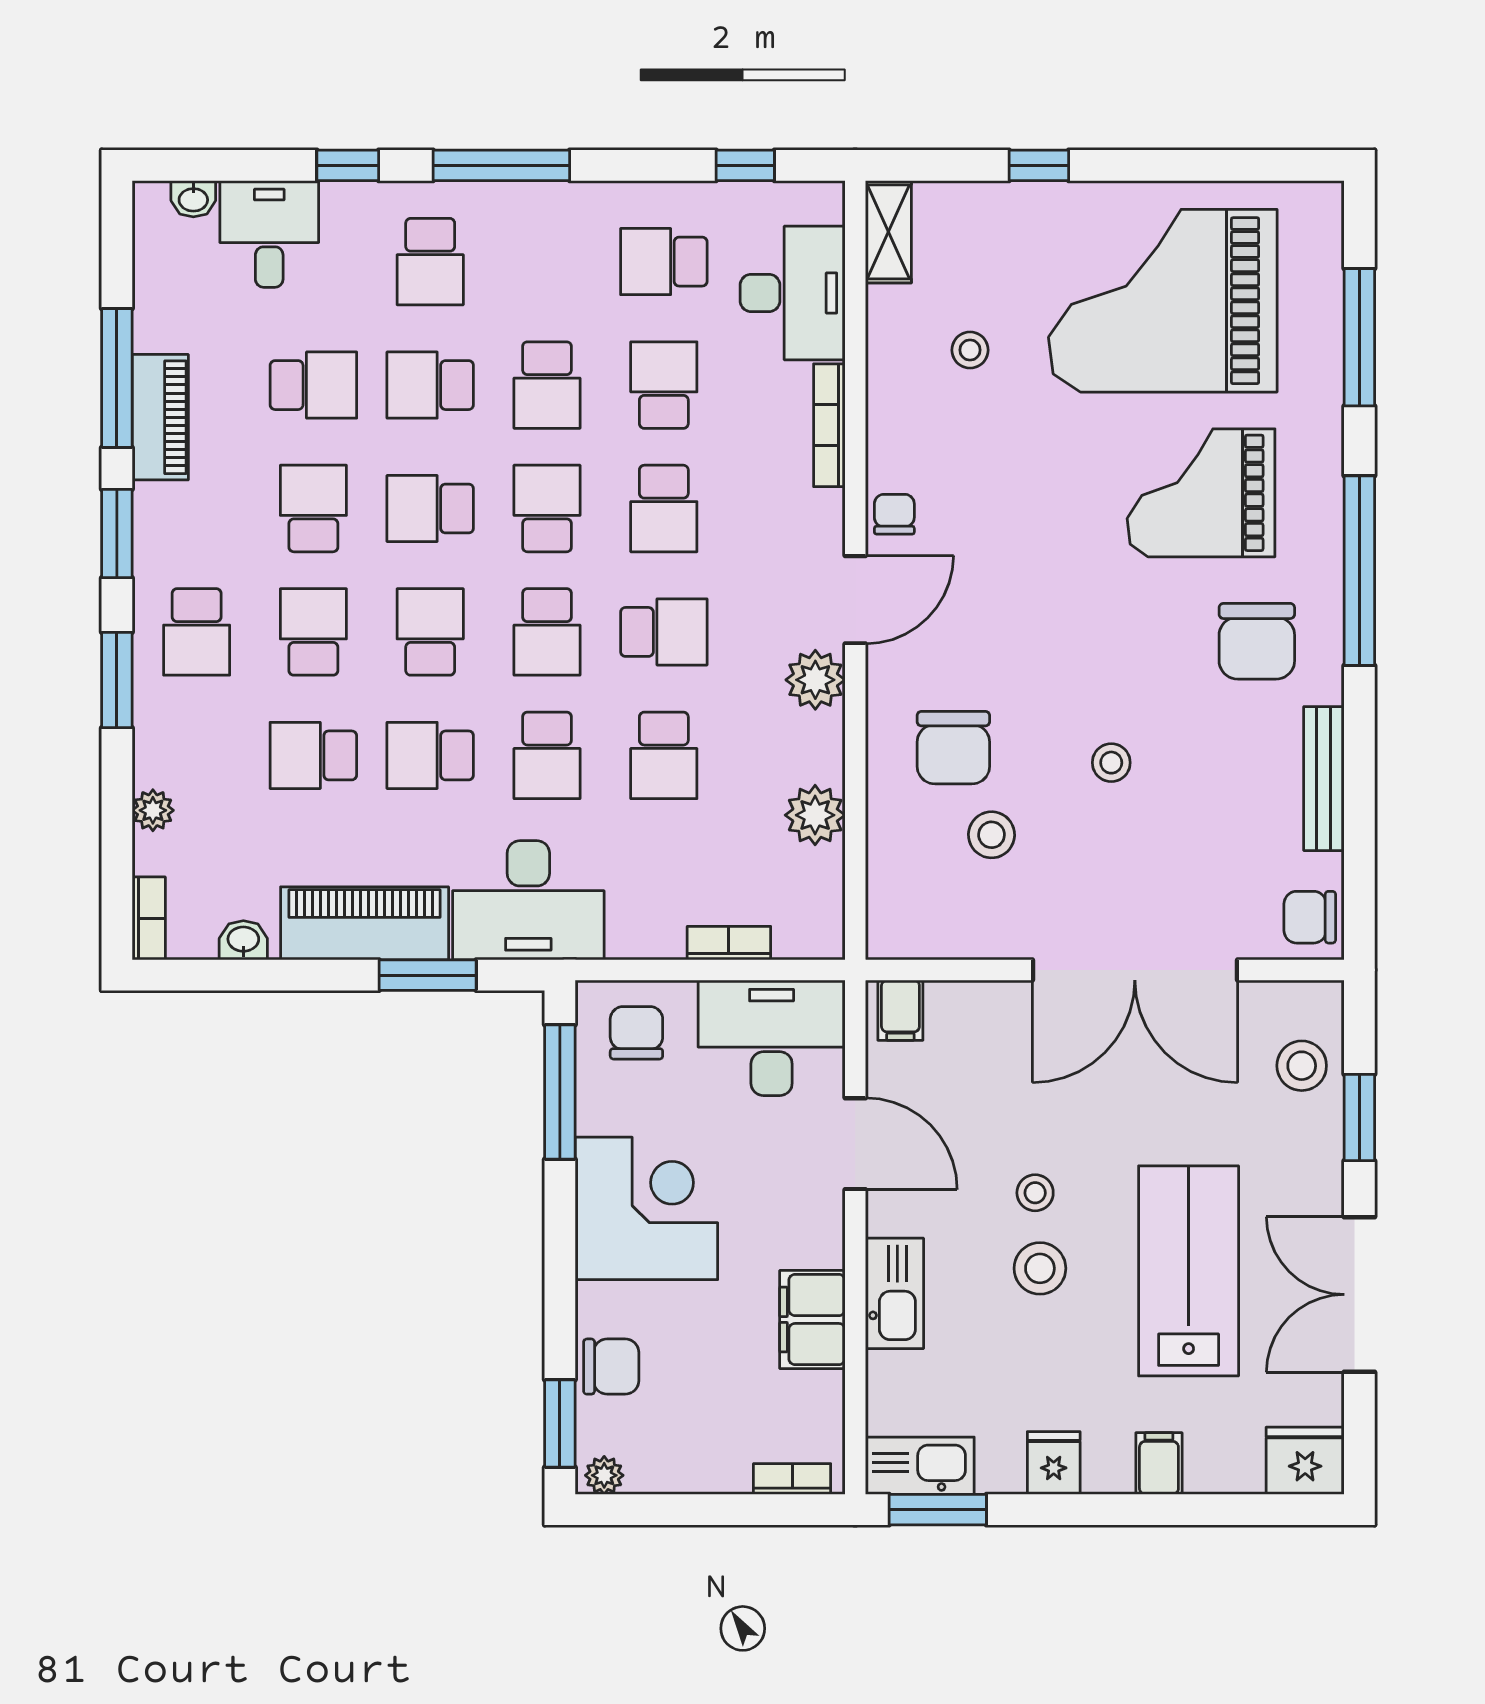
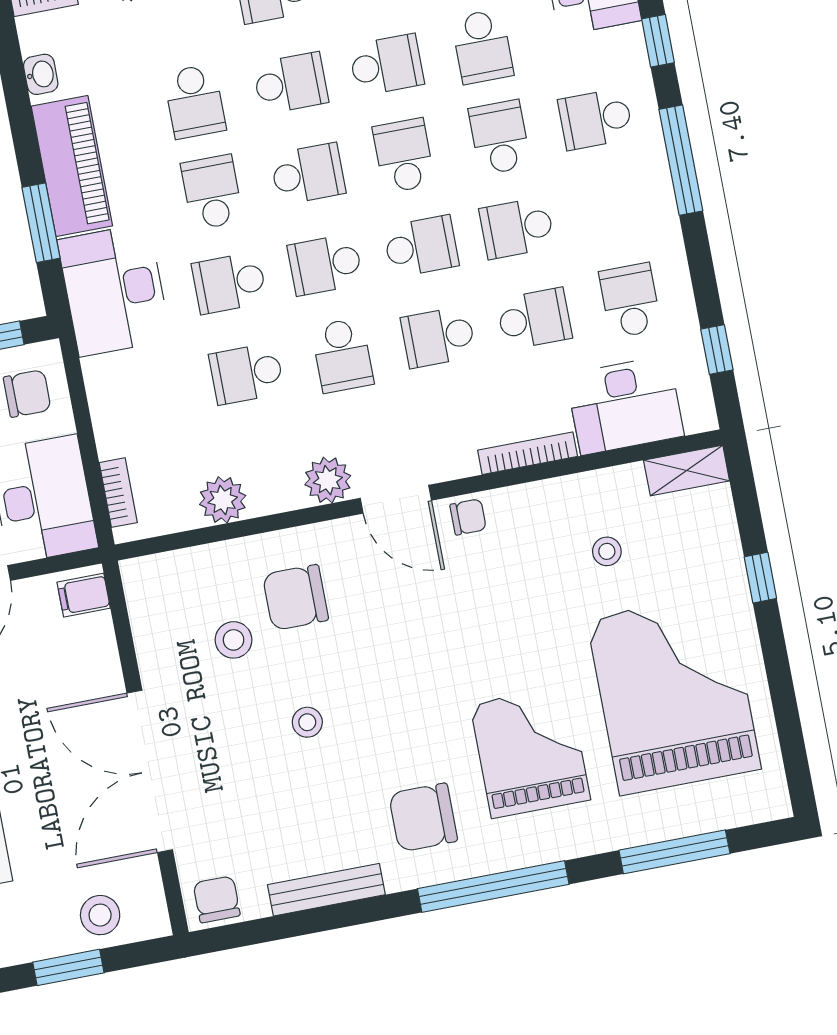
school desk: (313, 755) -> (195, 101), turned 180
bookcase: (729, 943) -> (118, 493), moved

